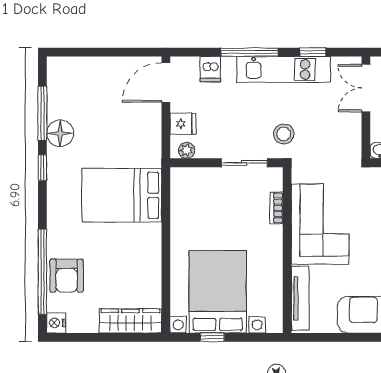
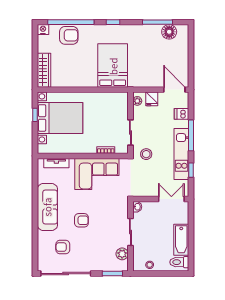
floor lamp: (60, 133) -> (169, 32), moved
window: (42, 168) -> (113, 22), moved
armchair: (67, 276) -> (69, 35), turned 180
tv unit: (300, 298) -> (56, 163), width x0.71

